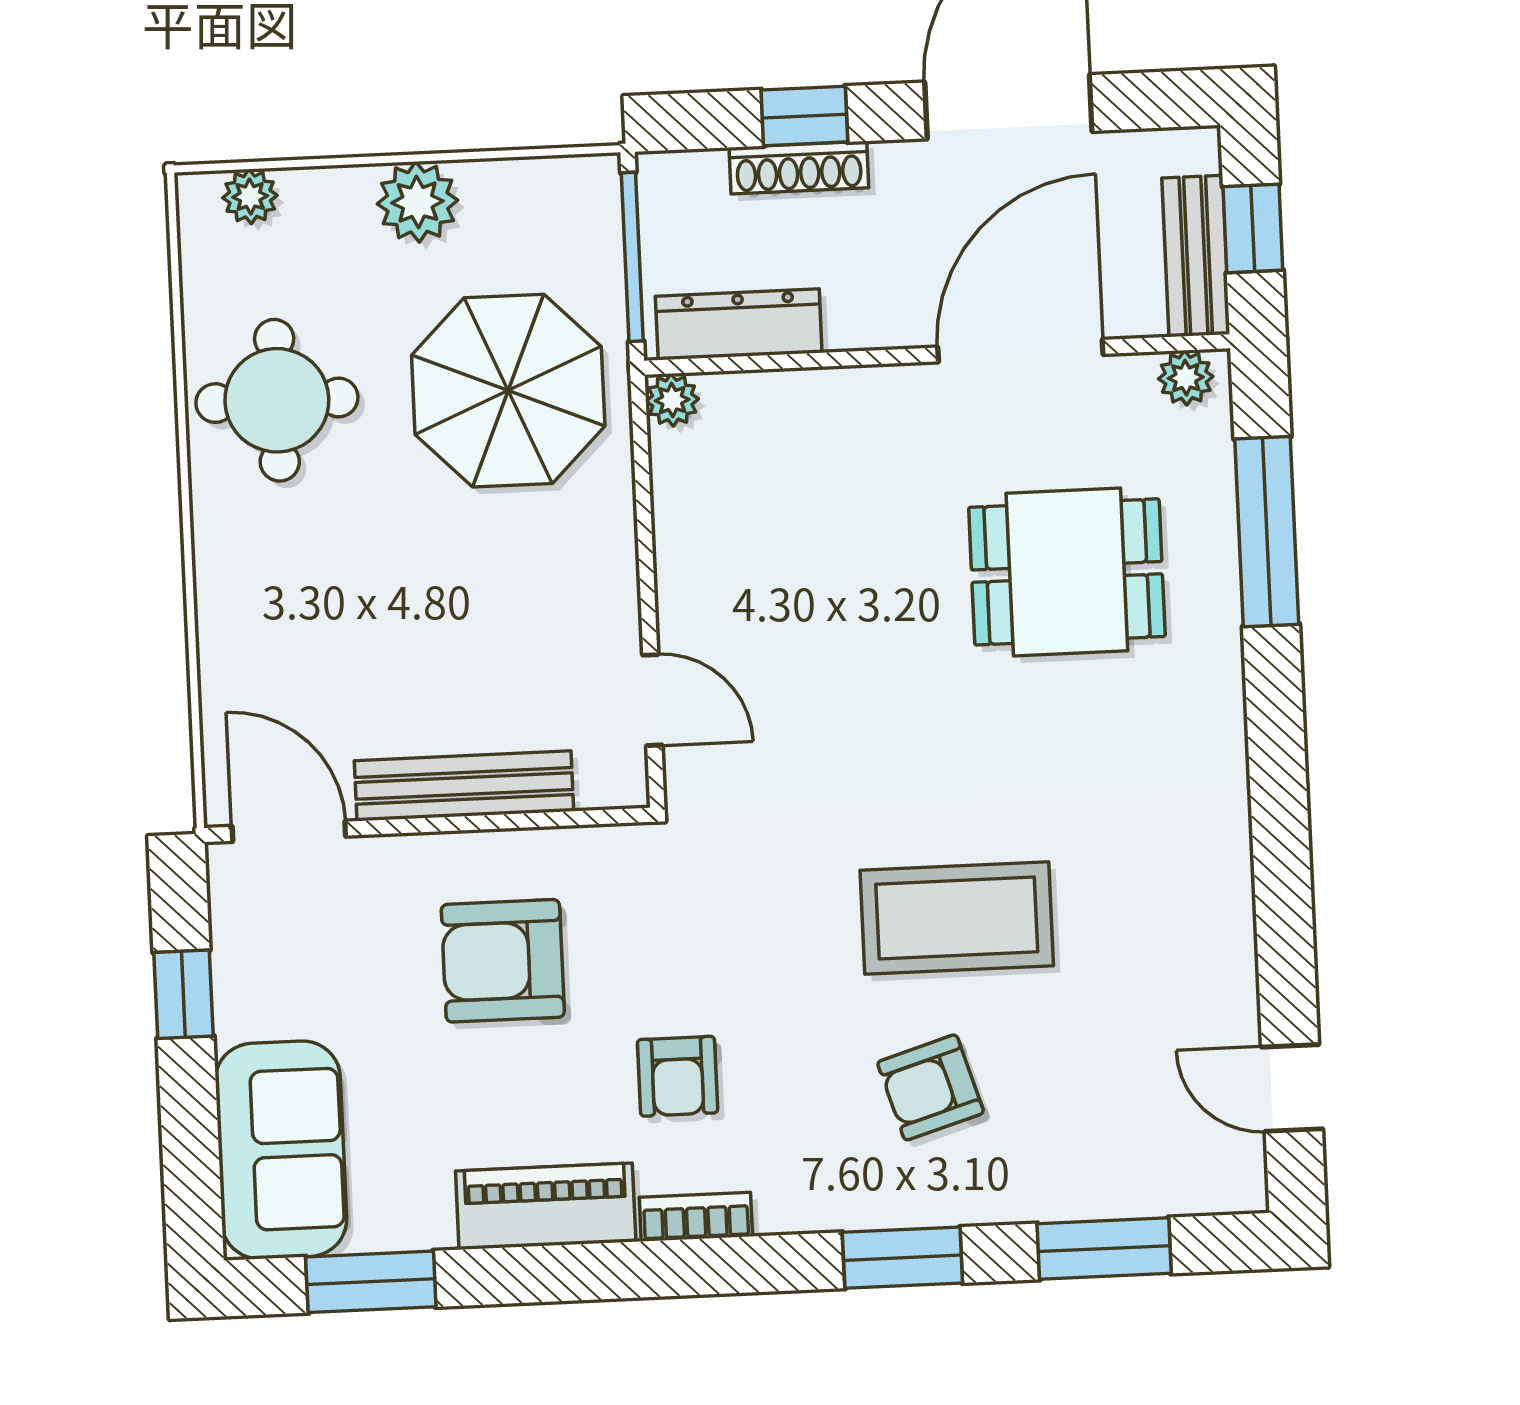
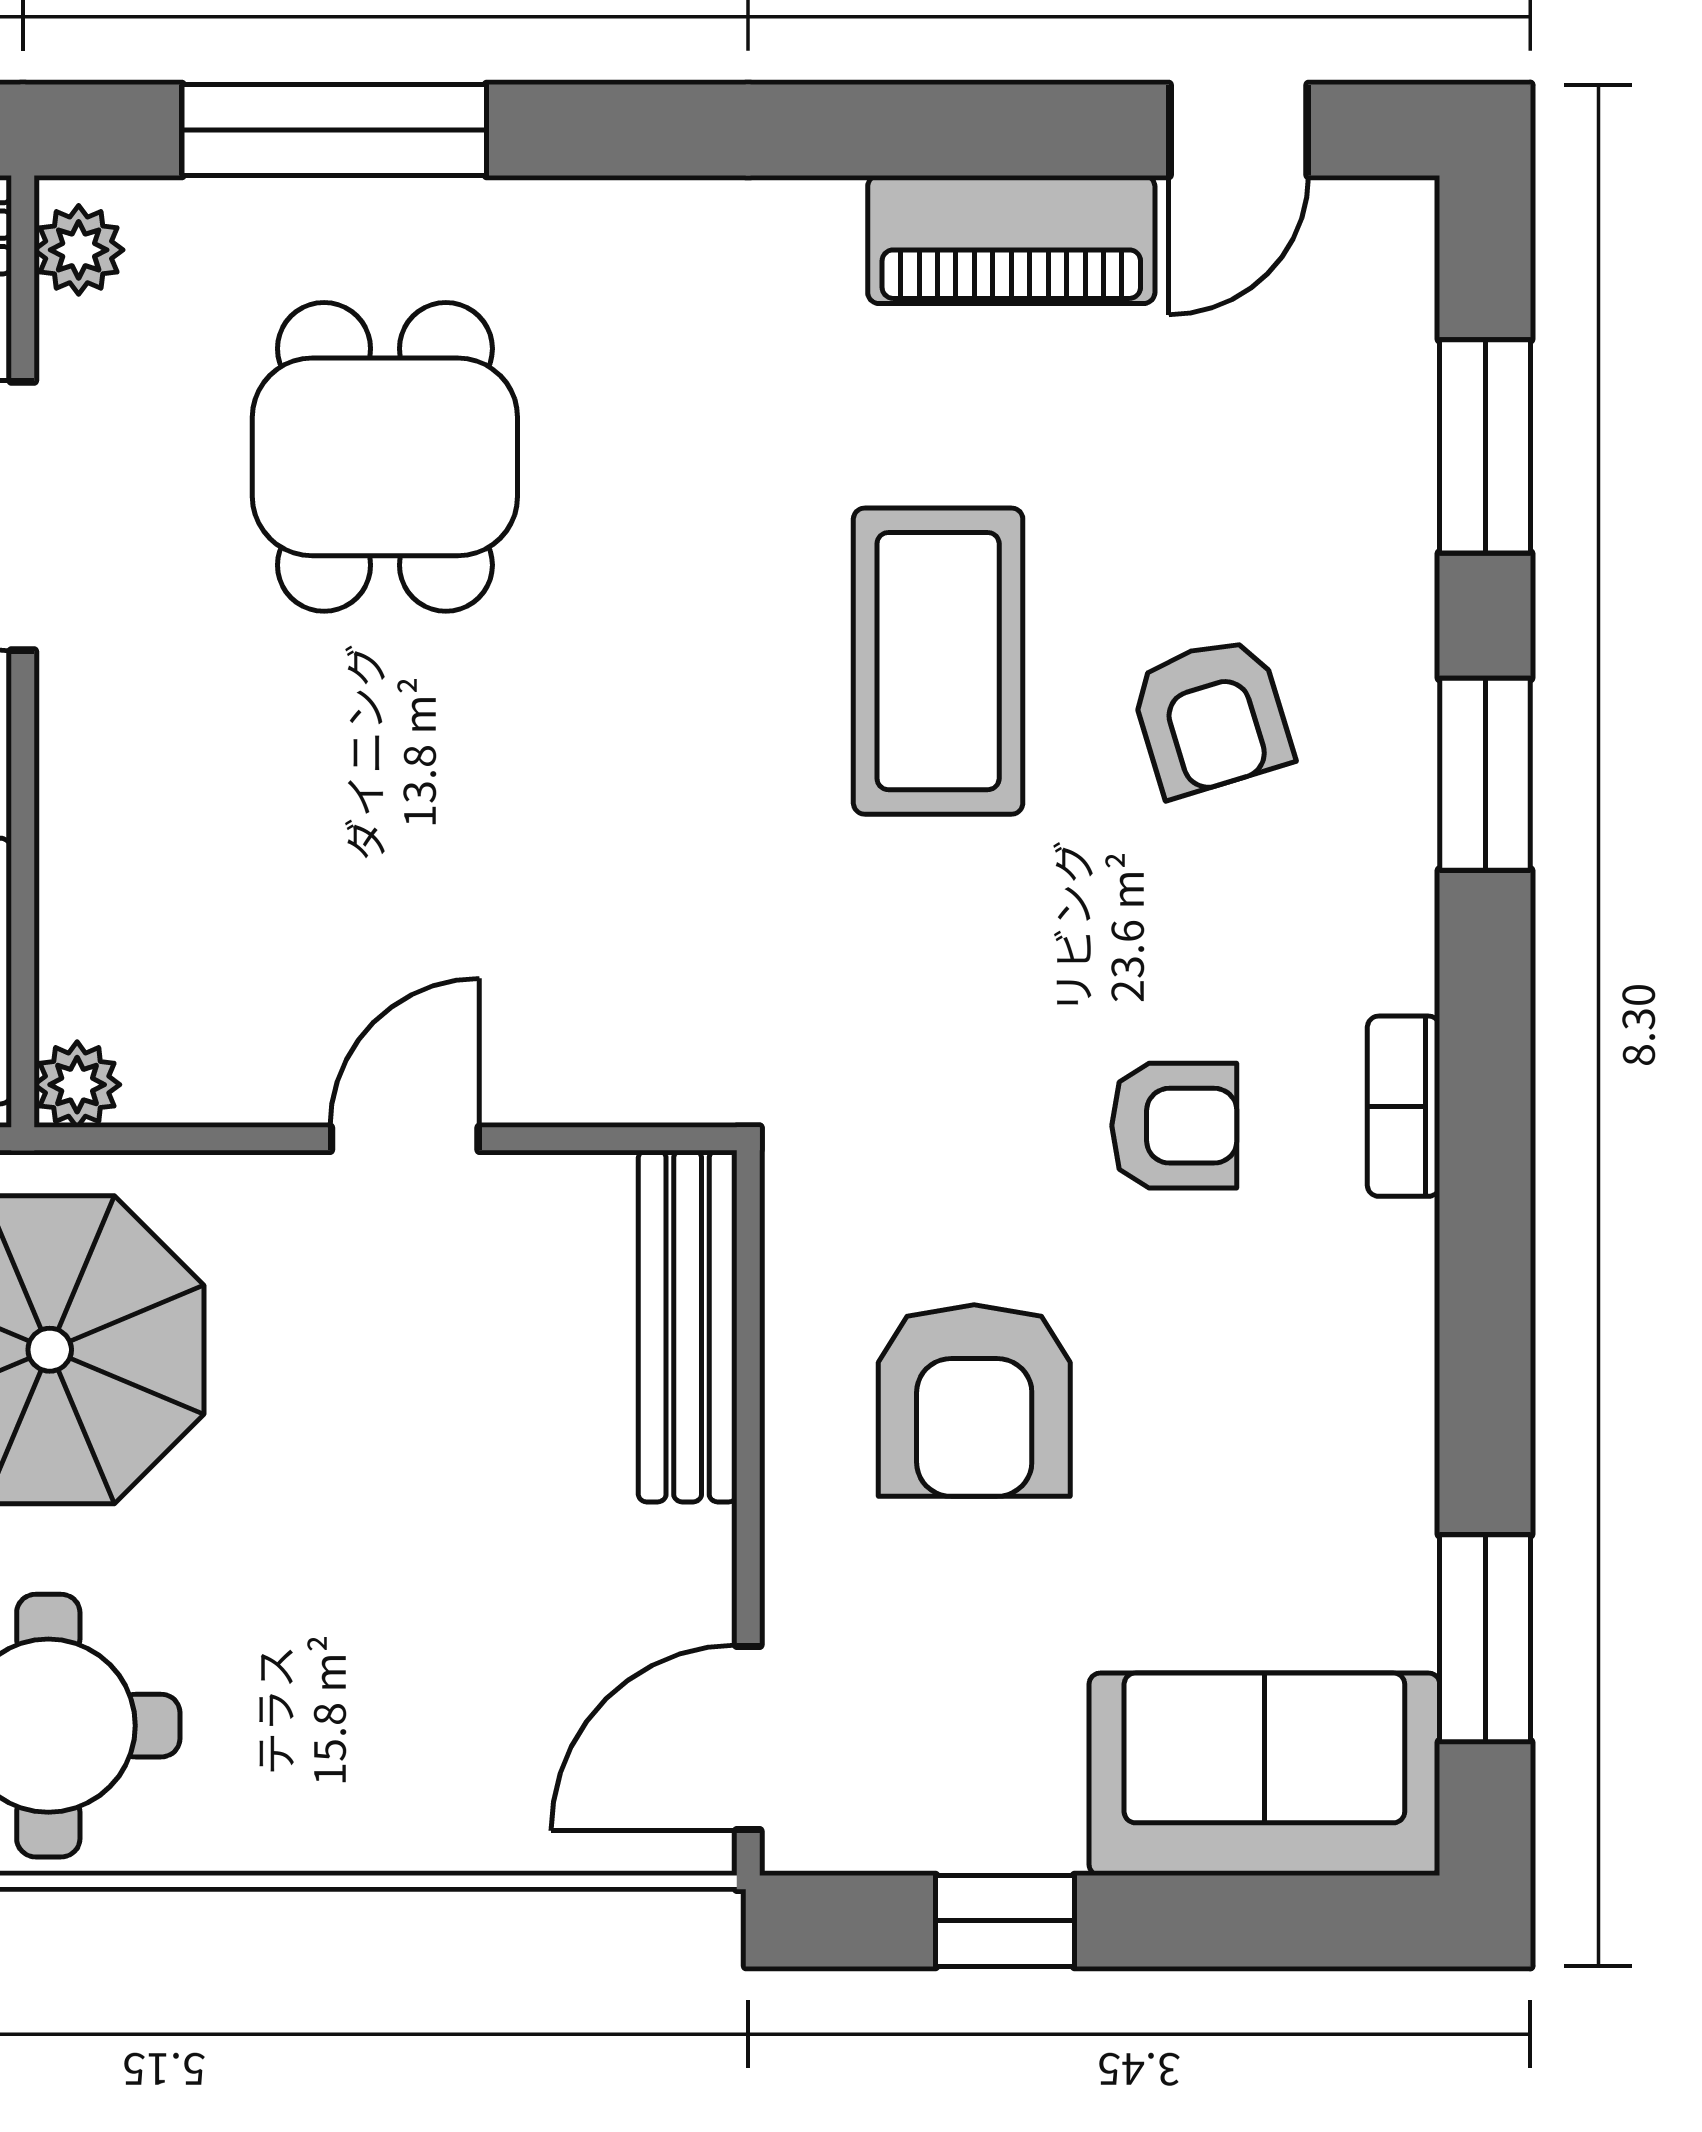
door: (652, 700) -> (405, 1139), moved
bench: (464, 786) -> (688, 1326), moved
piano: (546, 1206) -> (1011, 239), moved, turned -90

